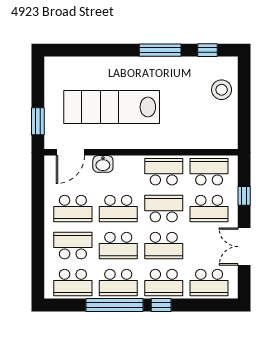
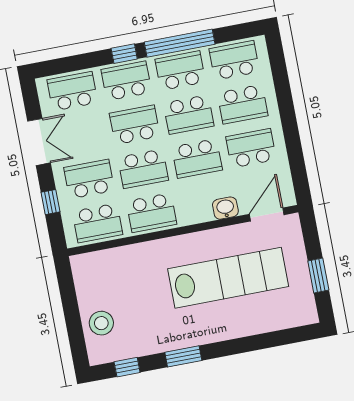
window: (160, 50) -> (183, 356), width x0.69
window: (38, 121) -> (318, 275), moved
school desk: (118, 209) -> (197, 158), turned 180
school desk: (118, 246) -> (189, 115), turned 180

